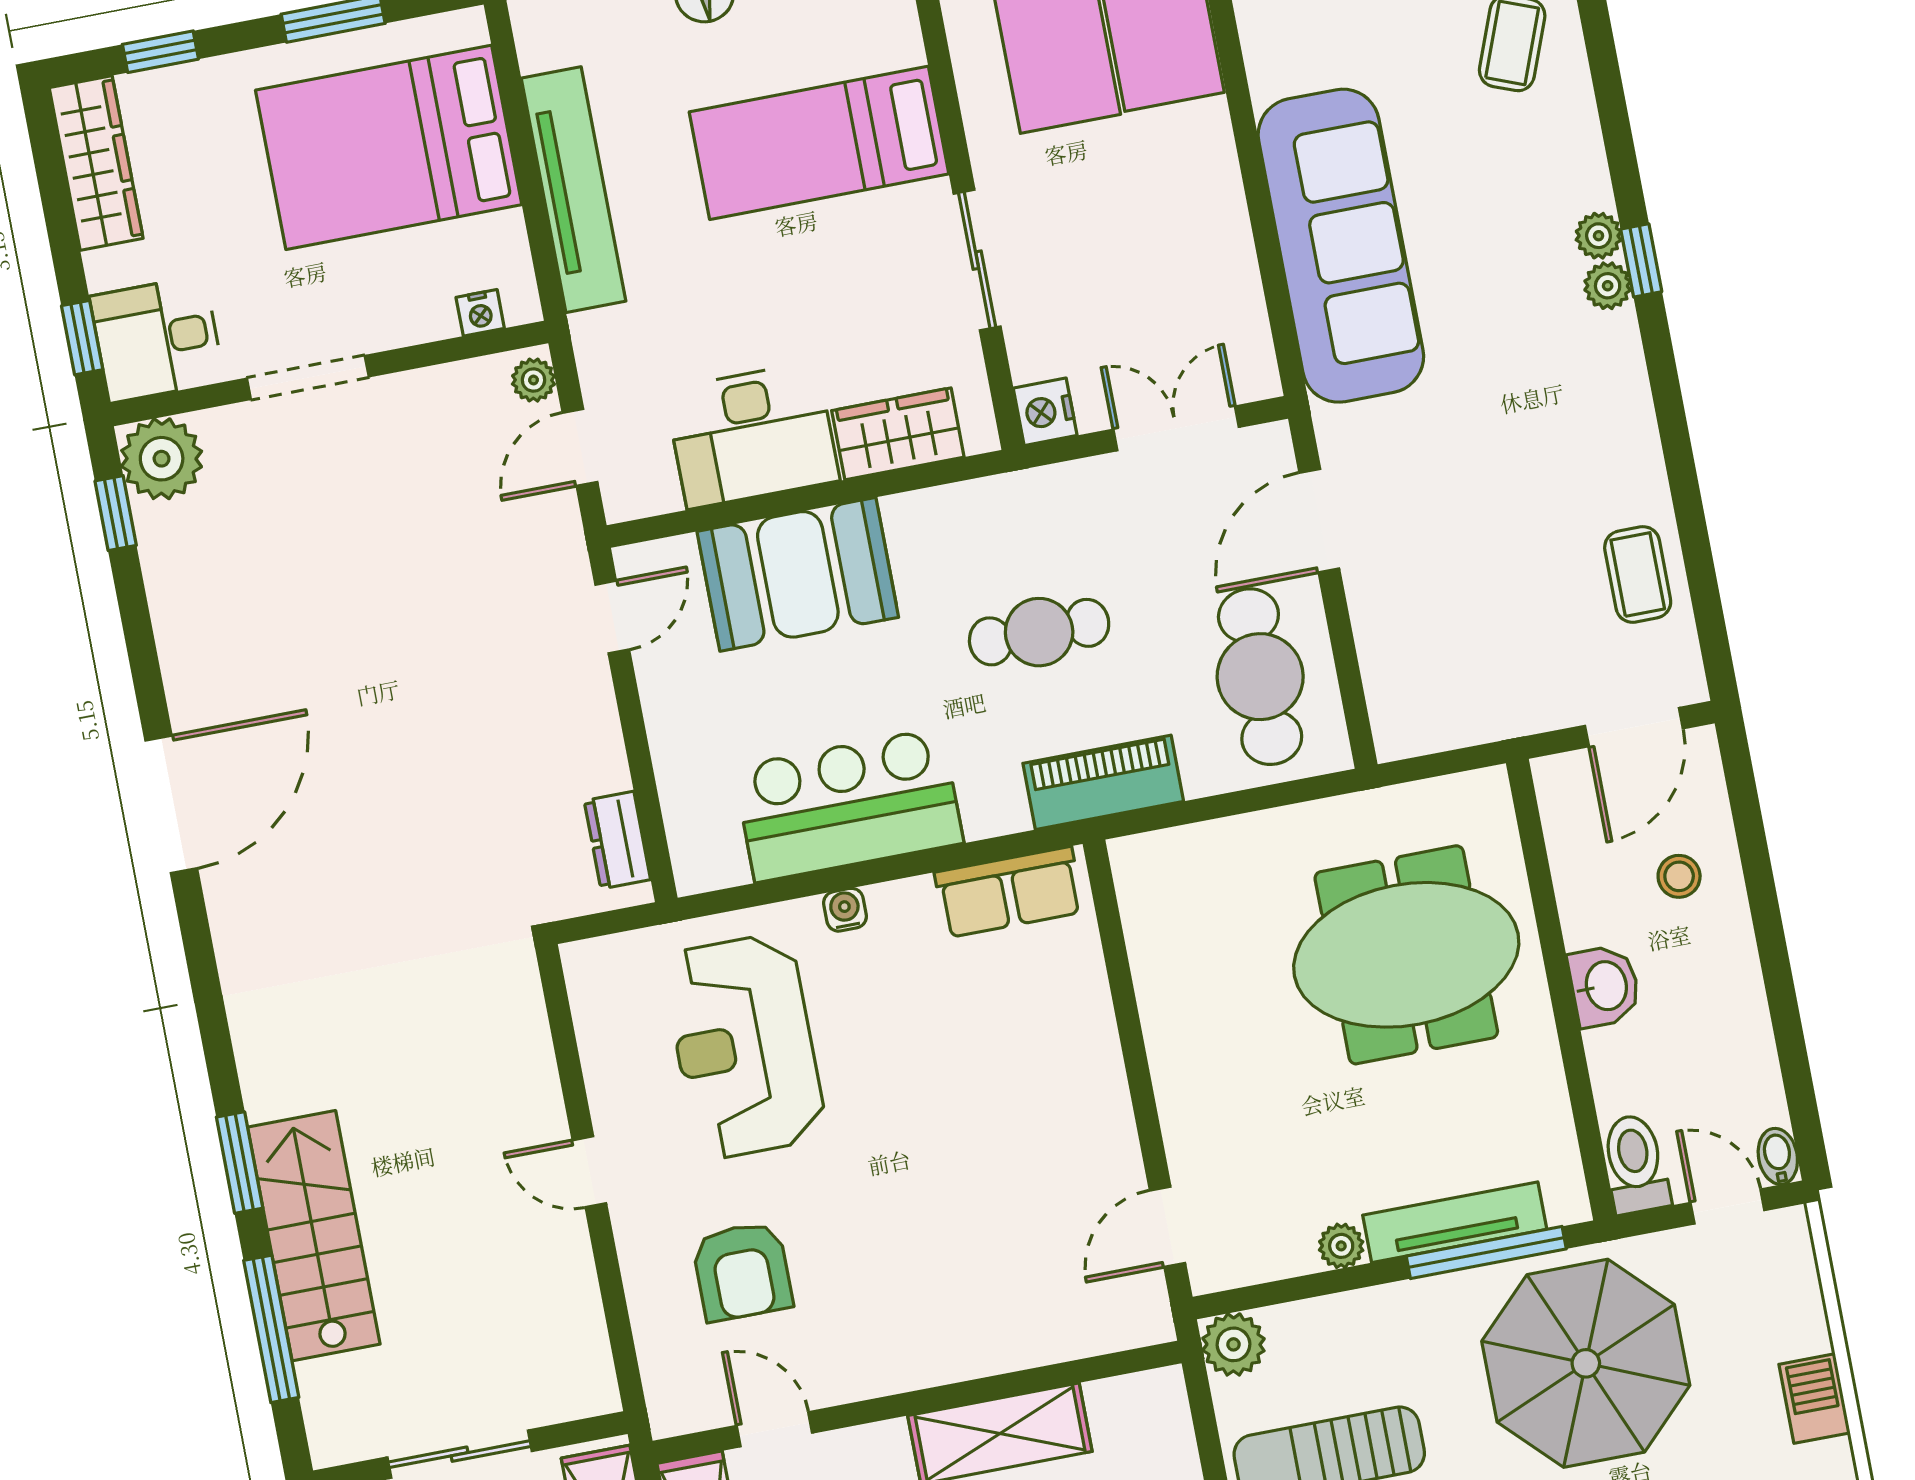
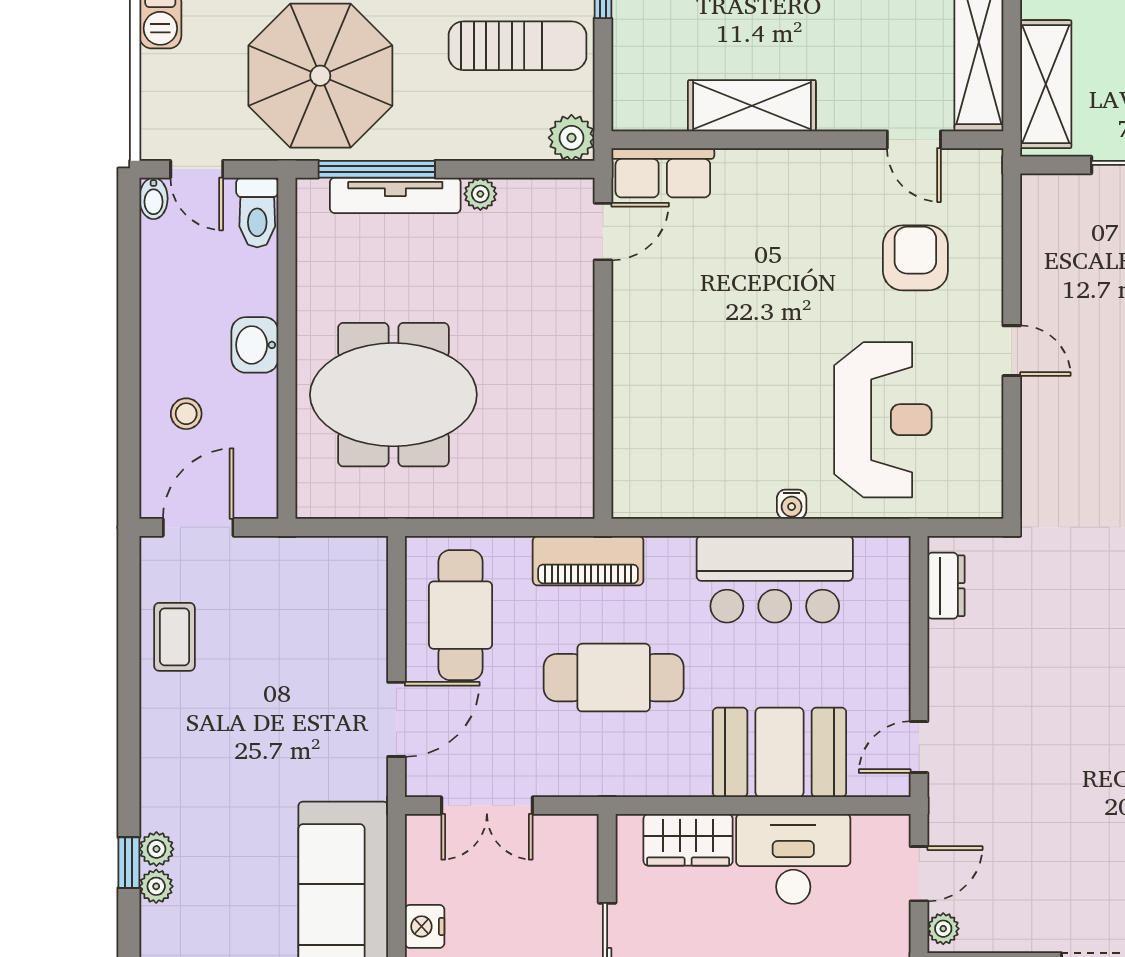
nightstand: (1045, 412) -> (425, 926), moved, turned 180
cafe table: (1039, 632) -> (614, 678), width x1.37, depth x1.35
row of seats: (1009, 892) -> (663, 173), moved, turned 180

